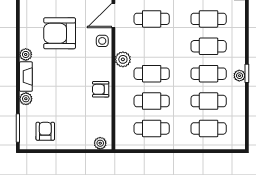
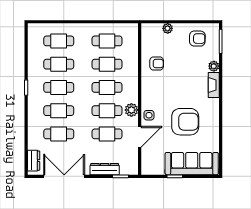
cafe table: (152, 46) -> (107, 111), added
plant: (26, 54) -> (214, 104), removed
plant: (123, 59) -> (131, 110), moved
plant: (239, 76) -> (32, 86), removed
armchair: (101, 89) -> (157, 64), moved
armchair: (45, 131) -> (197, 39), turned -89
plant: (100, 143) -> (168, 28), moved

